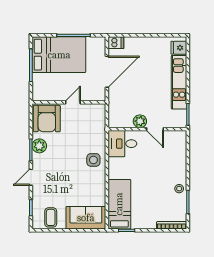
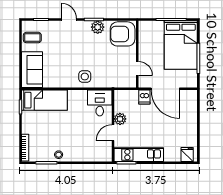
dishwasher: (116, 43) -> (144, 97), moved
kitchen unit: (179, 82) -> (139, 155), moved
door: (73, 102) -> (137, 68), moved

